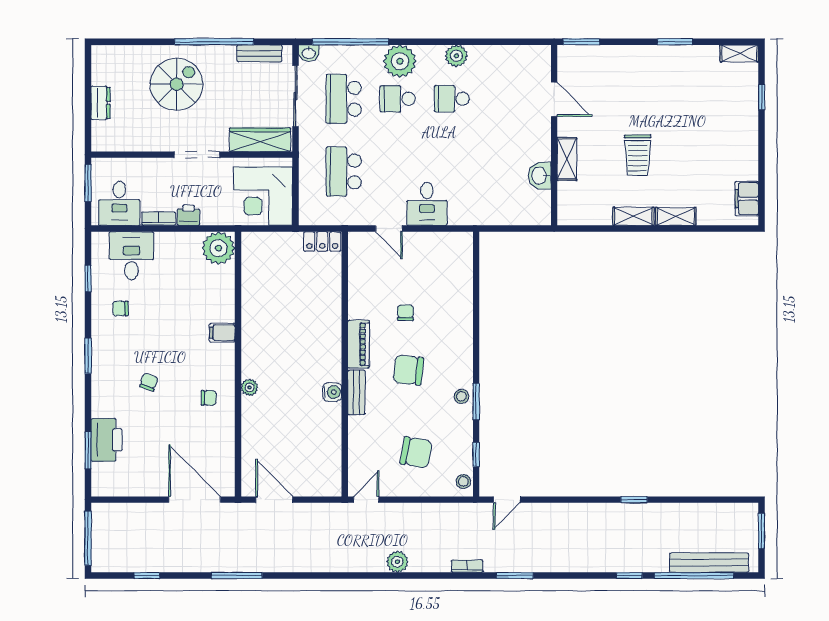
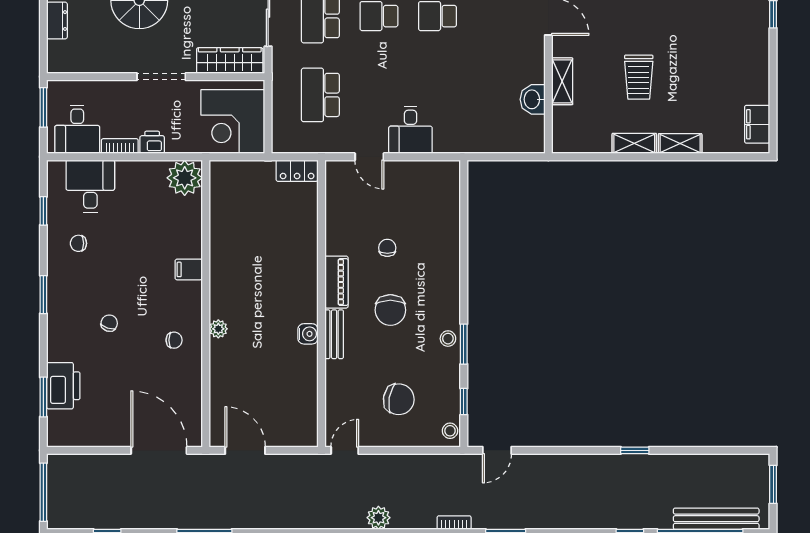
chair: (408, 370) -> (390, 310), turned -96

